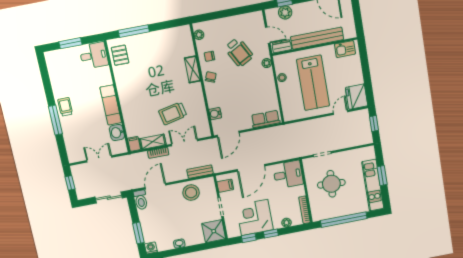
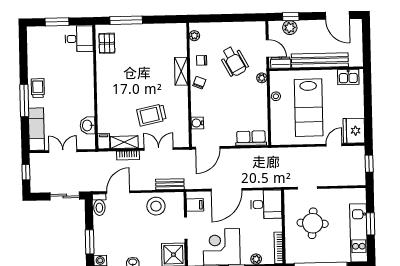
exam couch: (111, 105) -> (36, 129), moved, turned 180

